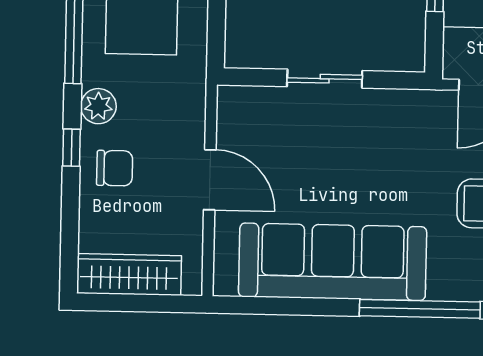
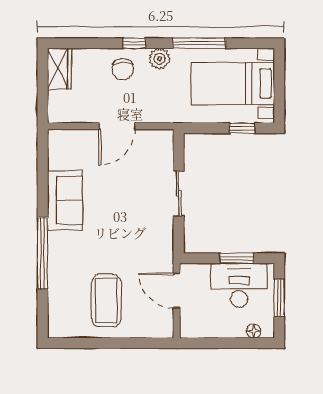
sofa: (333, 262) -> (65, 200), width x0.54, depth x0.79
wardrobe: (129, 274) -> (59, 69), width x0.67

